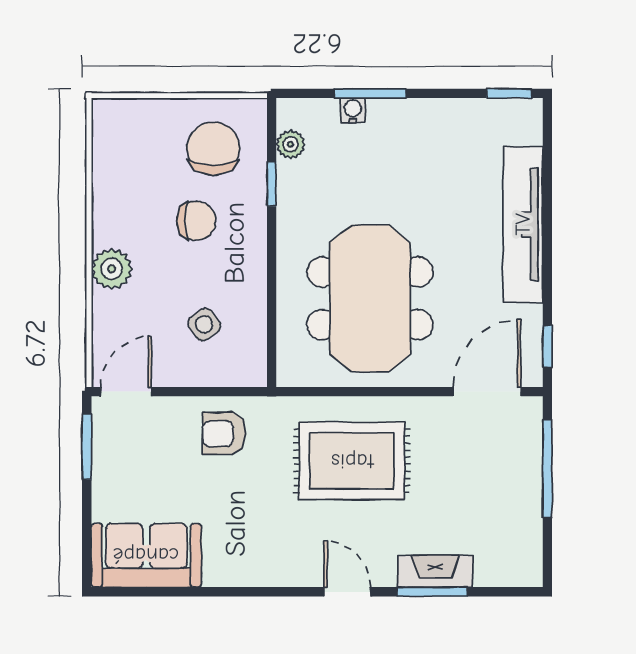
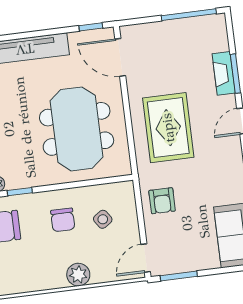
chair: (196, 221) -> (63, 220), moved, turned 180
meeting table: (370, 298) -> (77, 129), turned 90
door: (126, 392) -> (146, 258), hinge flipped
window: (547, 469) -> (189, 15), moved

